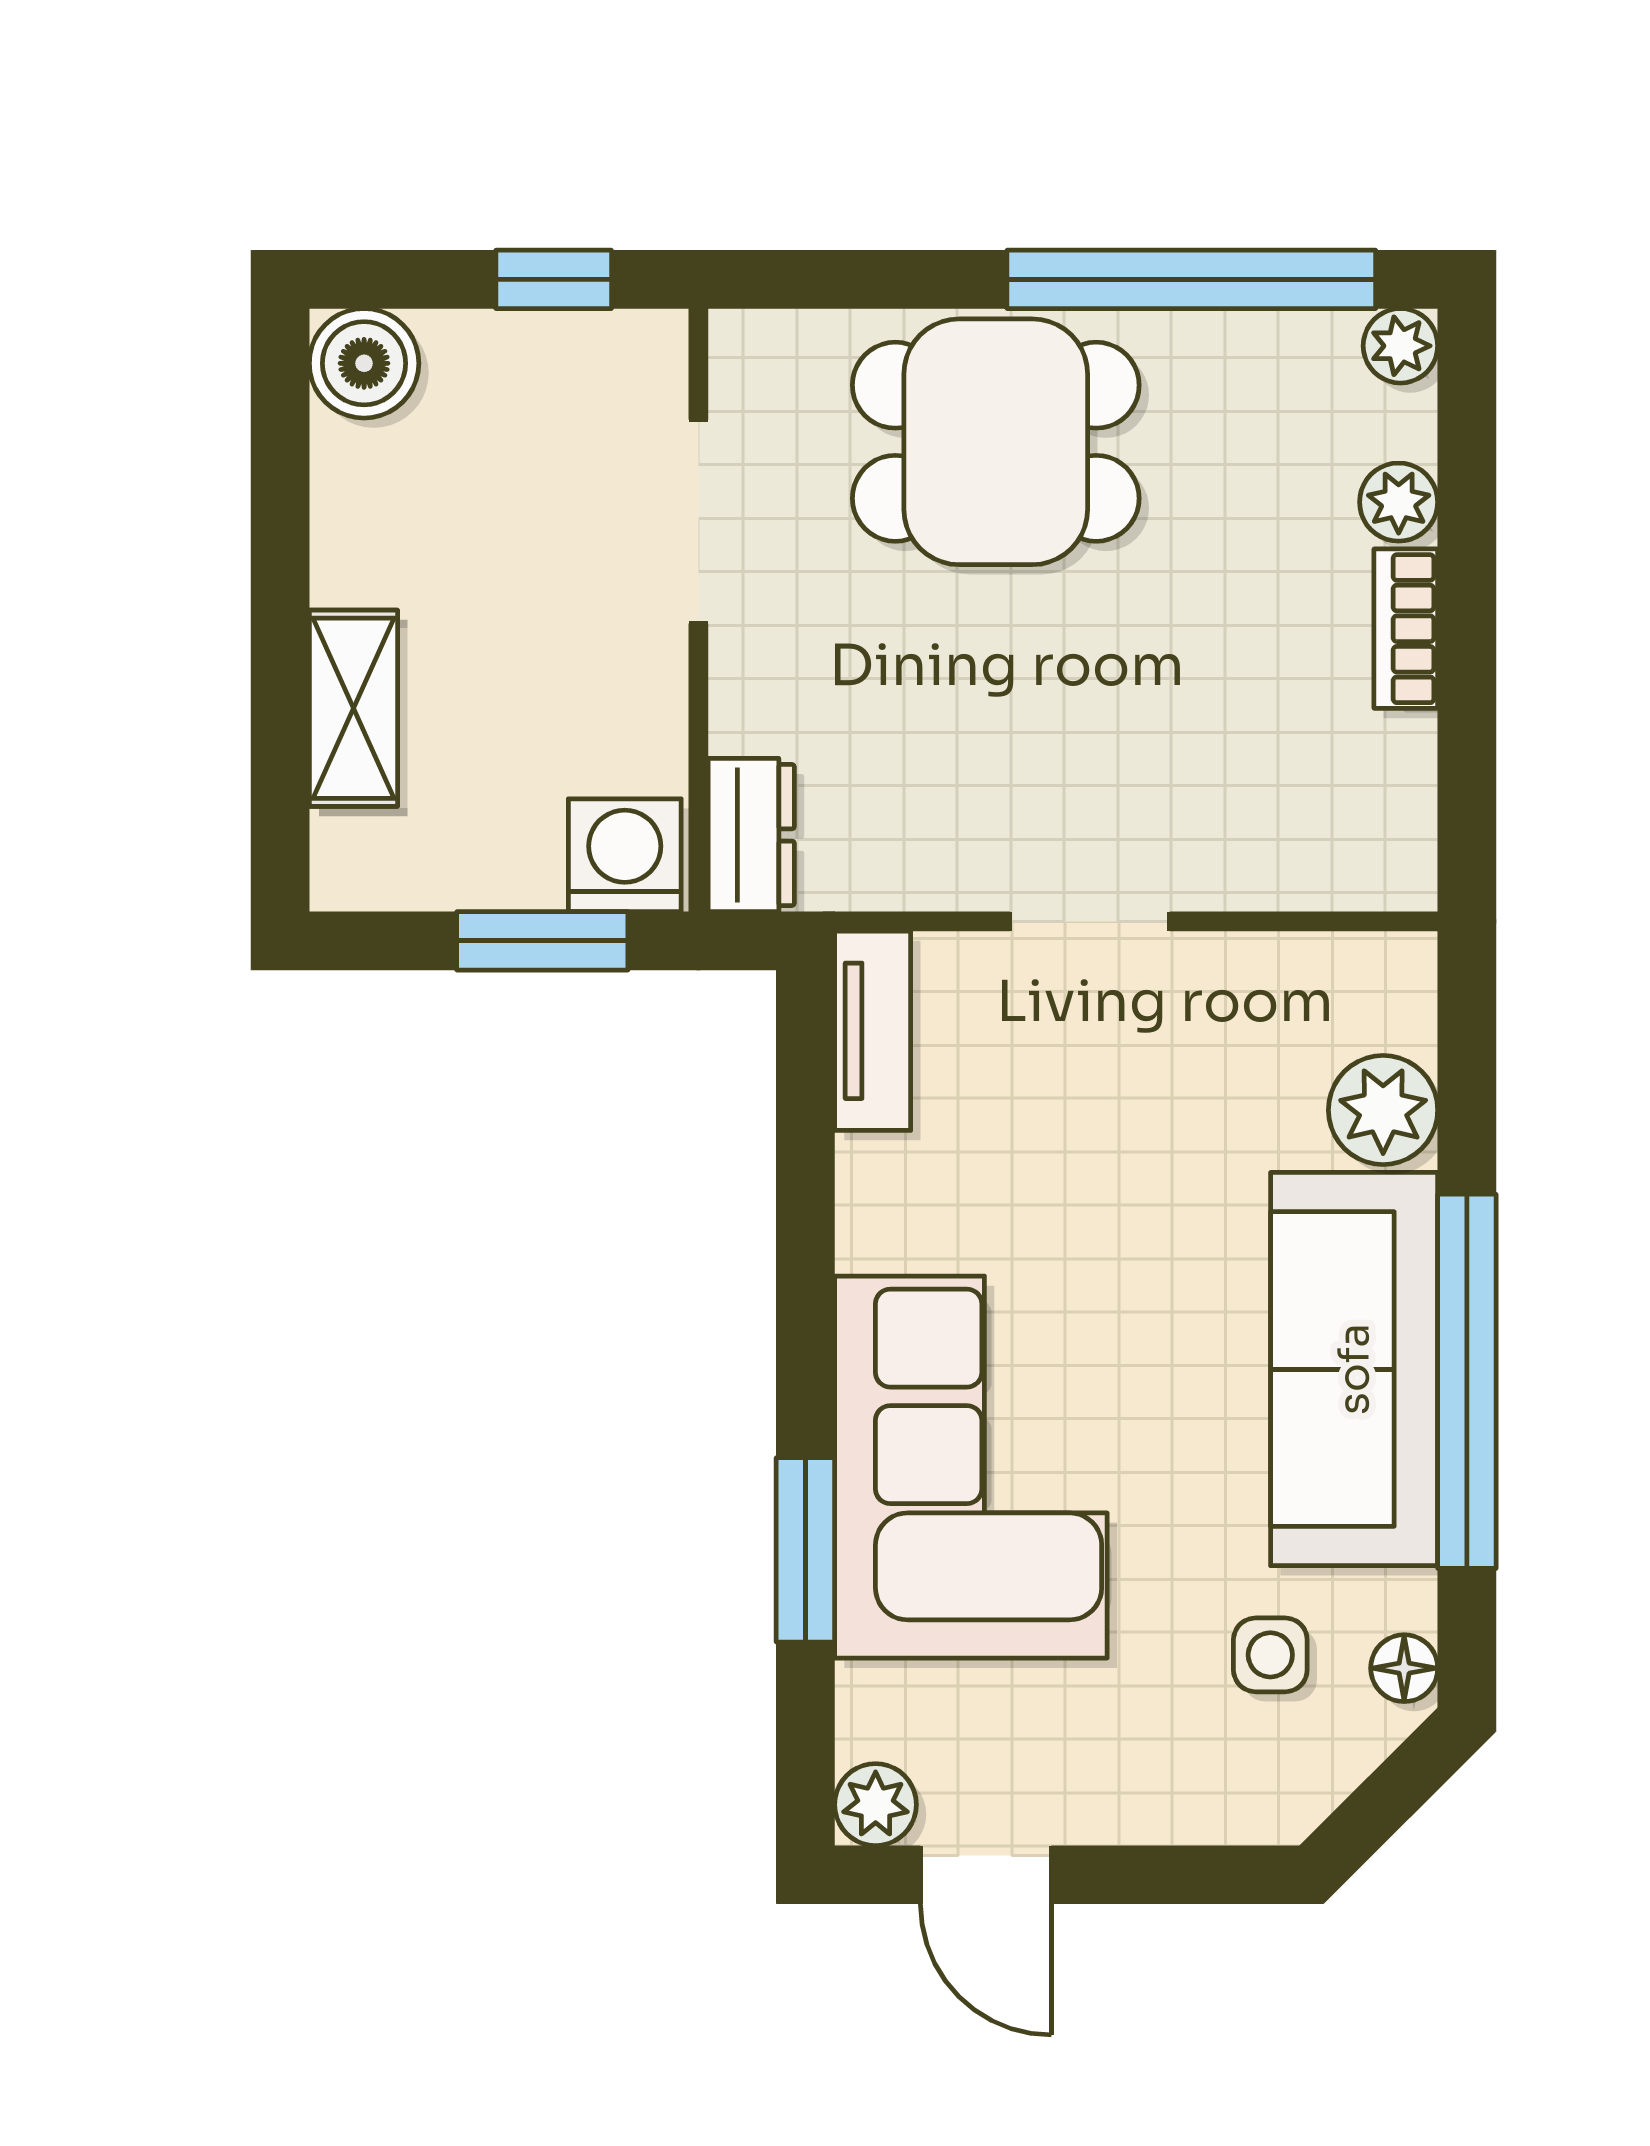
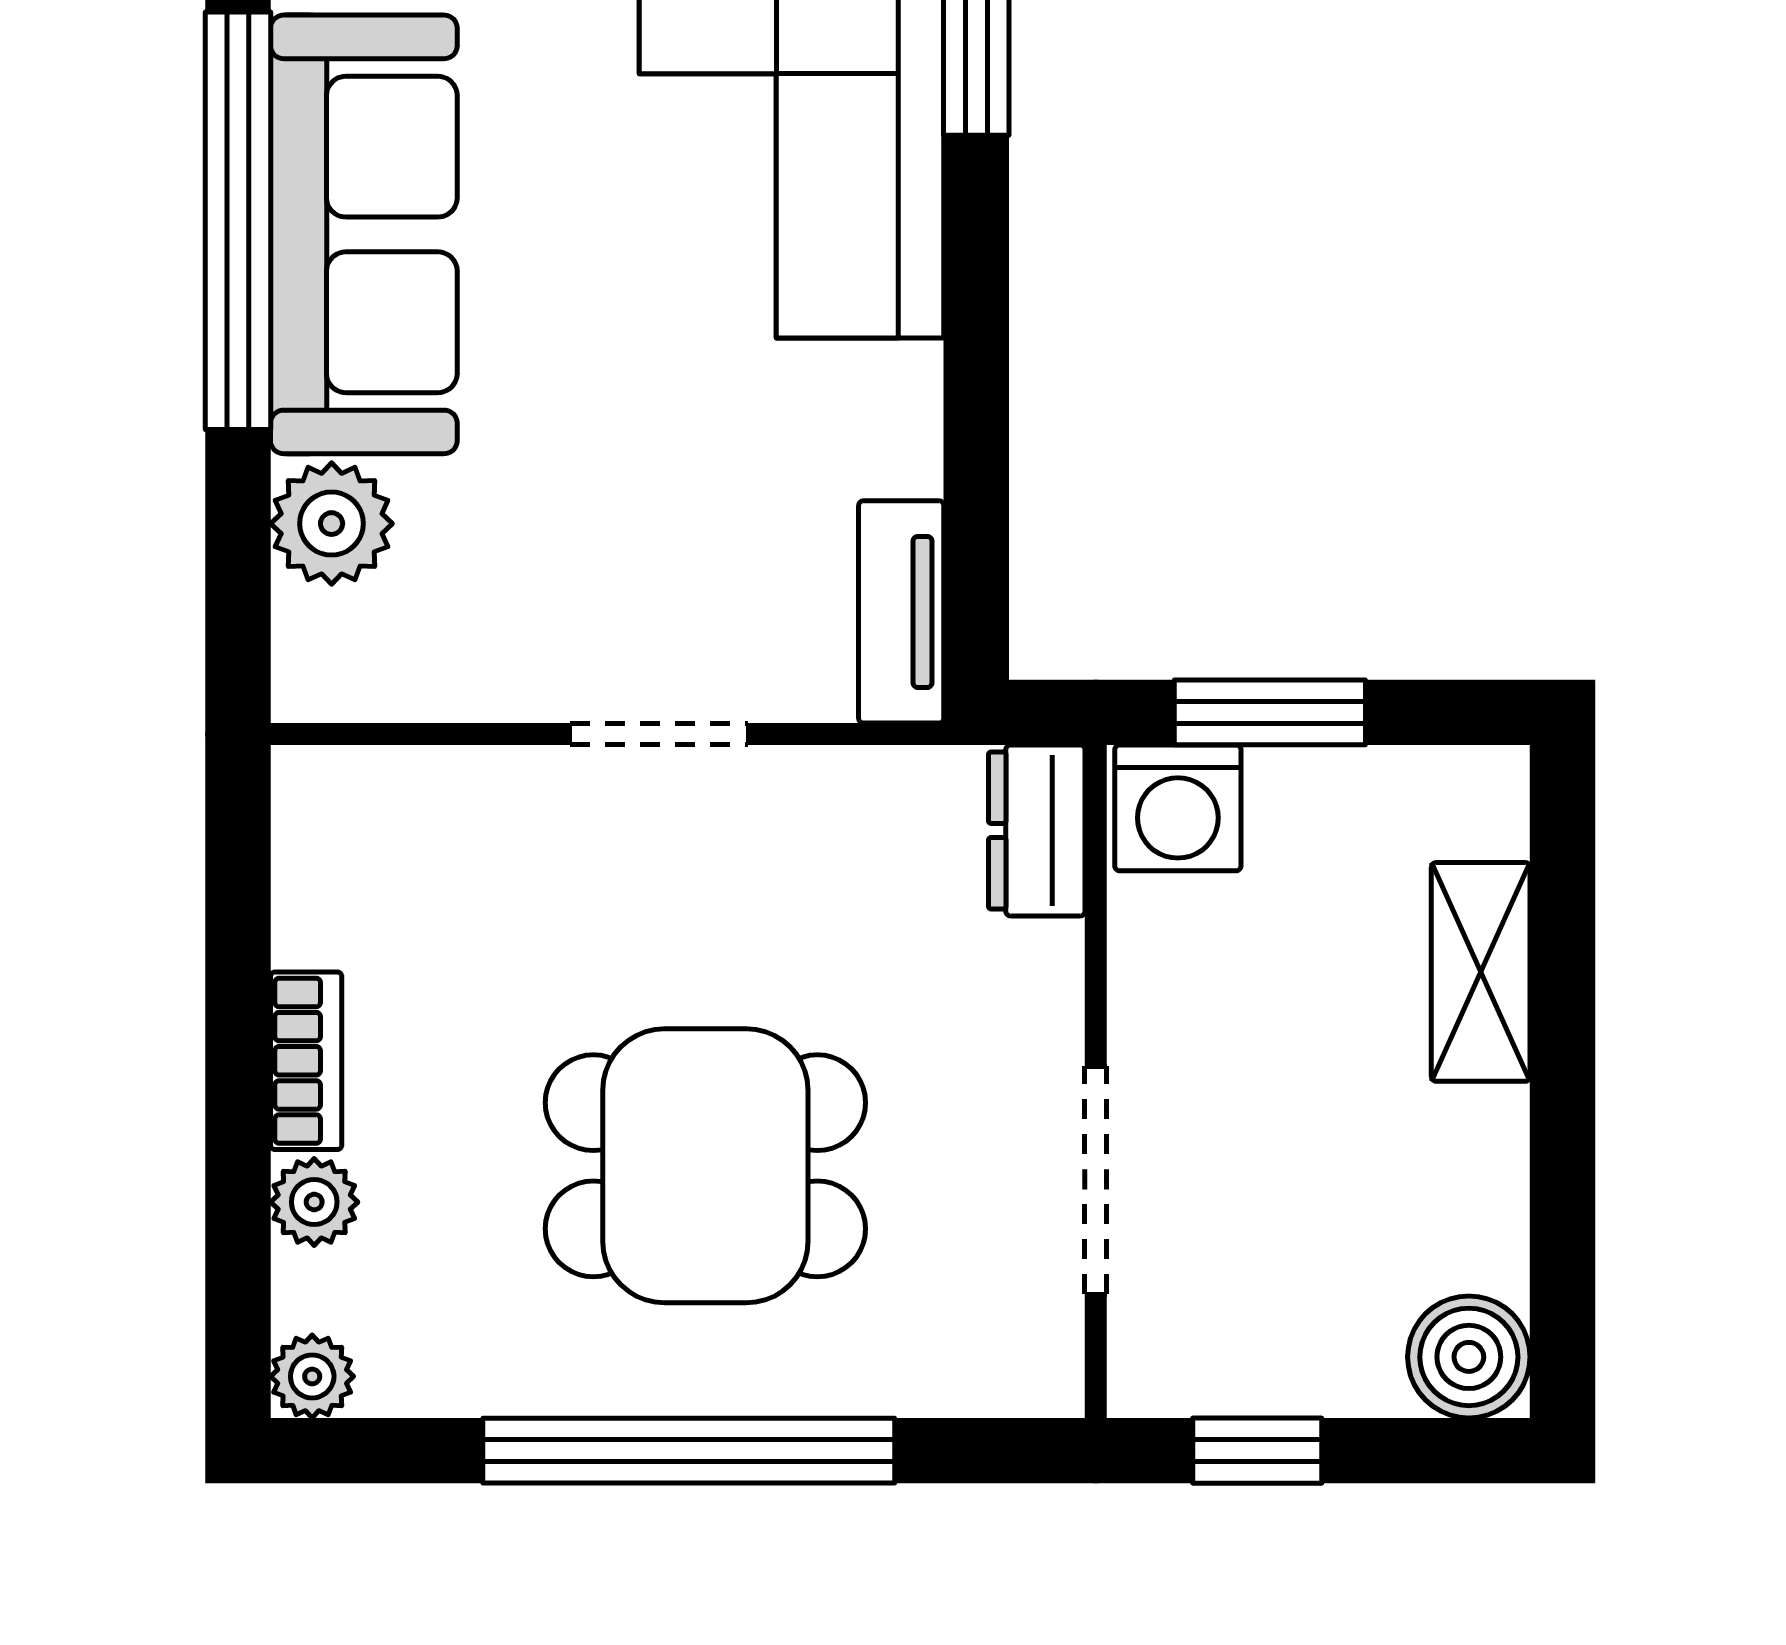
window: (1191, 279) -> (689, 1451), moved
dining table: (996, 442) -> (705, 1166), moved

